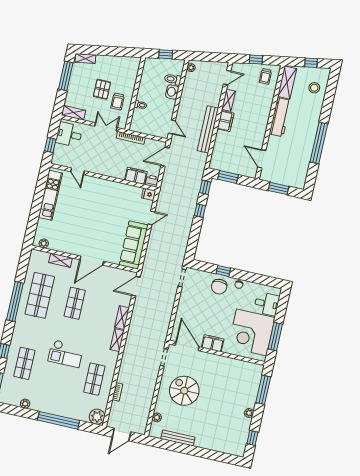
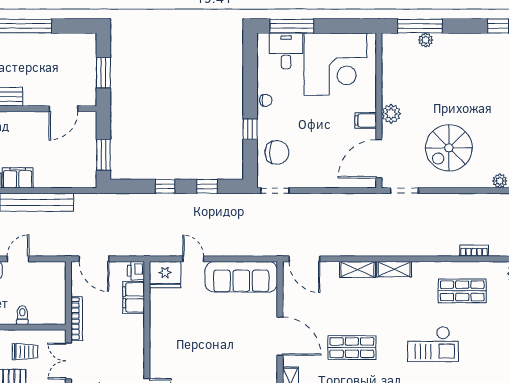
door: (172, 127) -> (18, 259), moved
window: (205, 187) -> (207, 186), moved
fridge: (149, 194) -> (165, 275), width x1.88, depth x1.34
chair: (219, 287) -> (277, 152), moved
window: (275, 337) -> (292, 26), moved
filing cabinet: (213, 343) -> (366, 120), width x0.50
checkout: (66, 354) -> (433, 344), turned 90
plant: (213, 360) -> (391, 114), added
plant: (249, 413) -> (426, 40), moved

